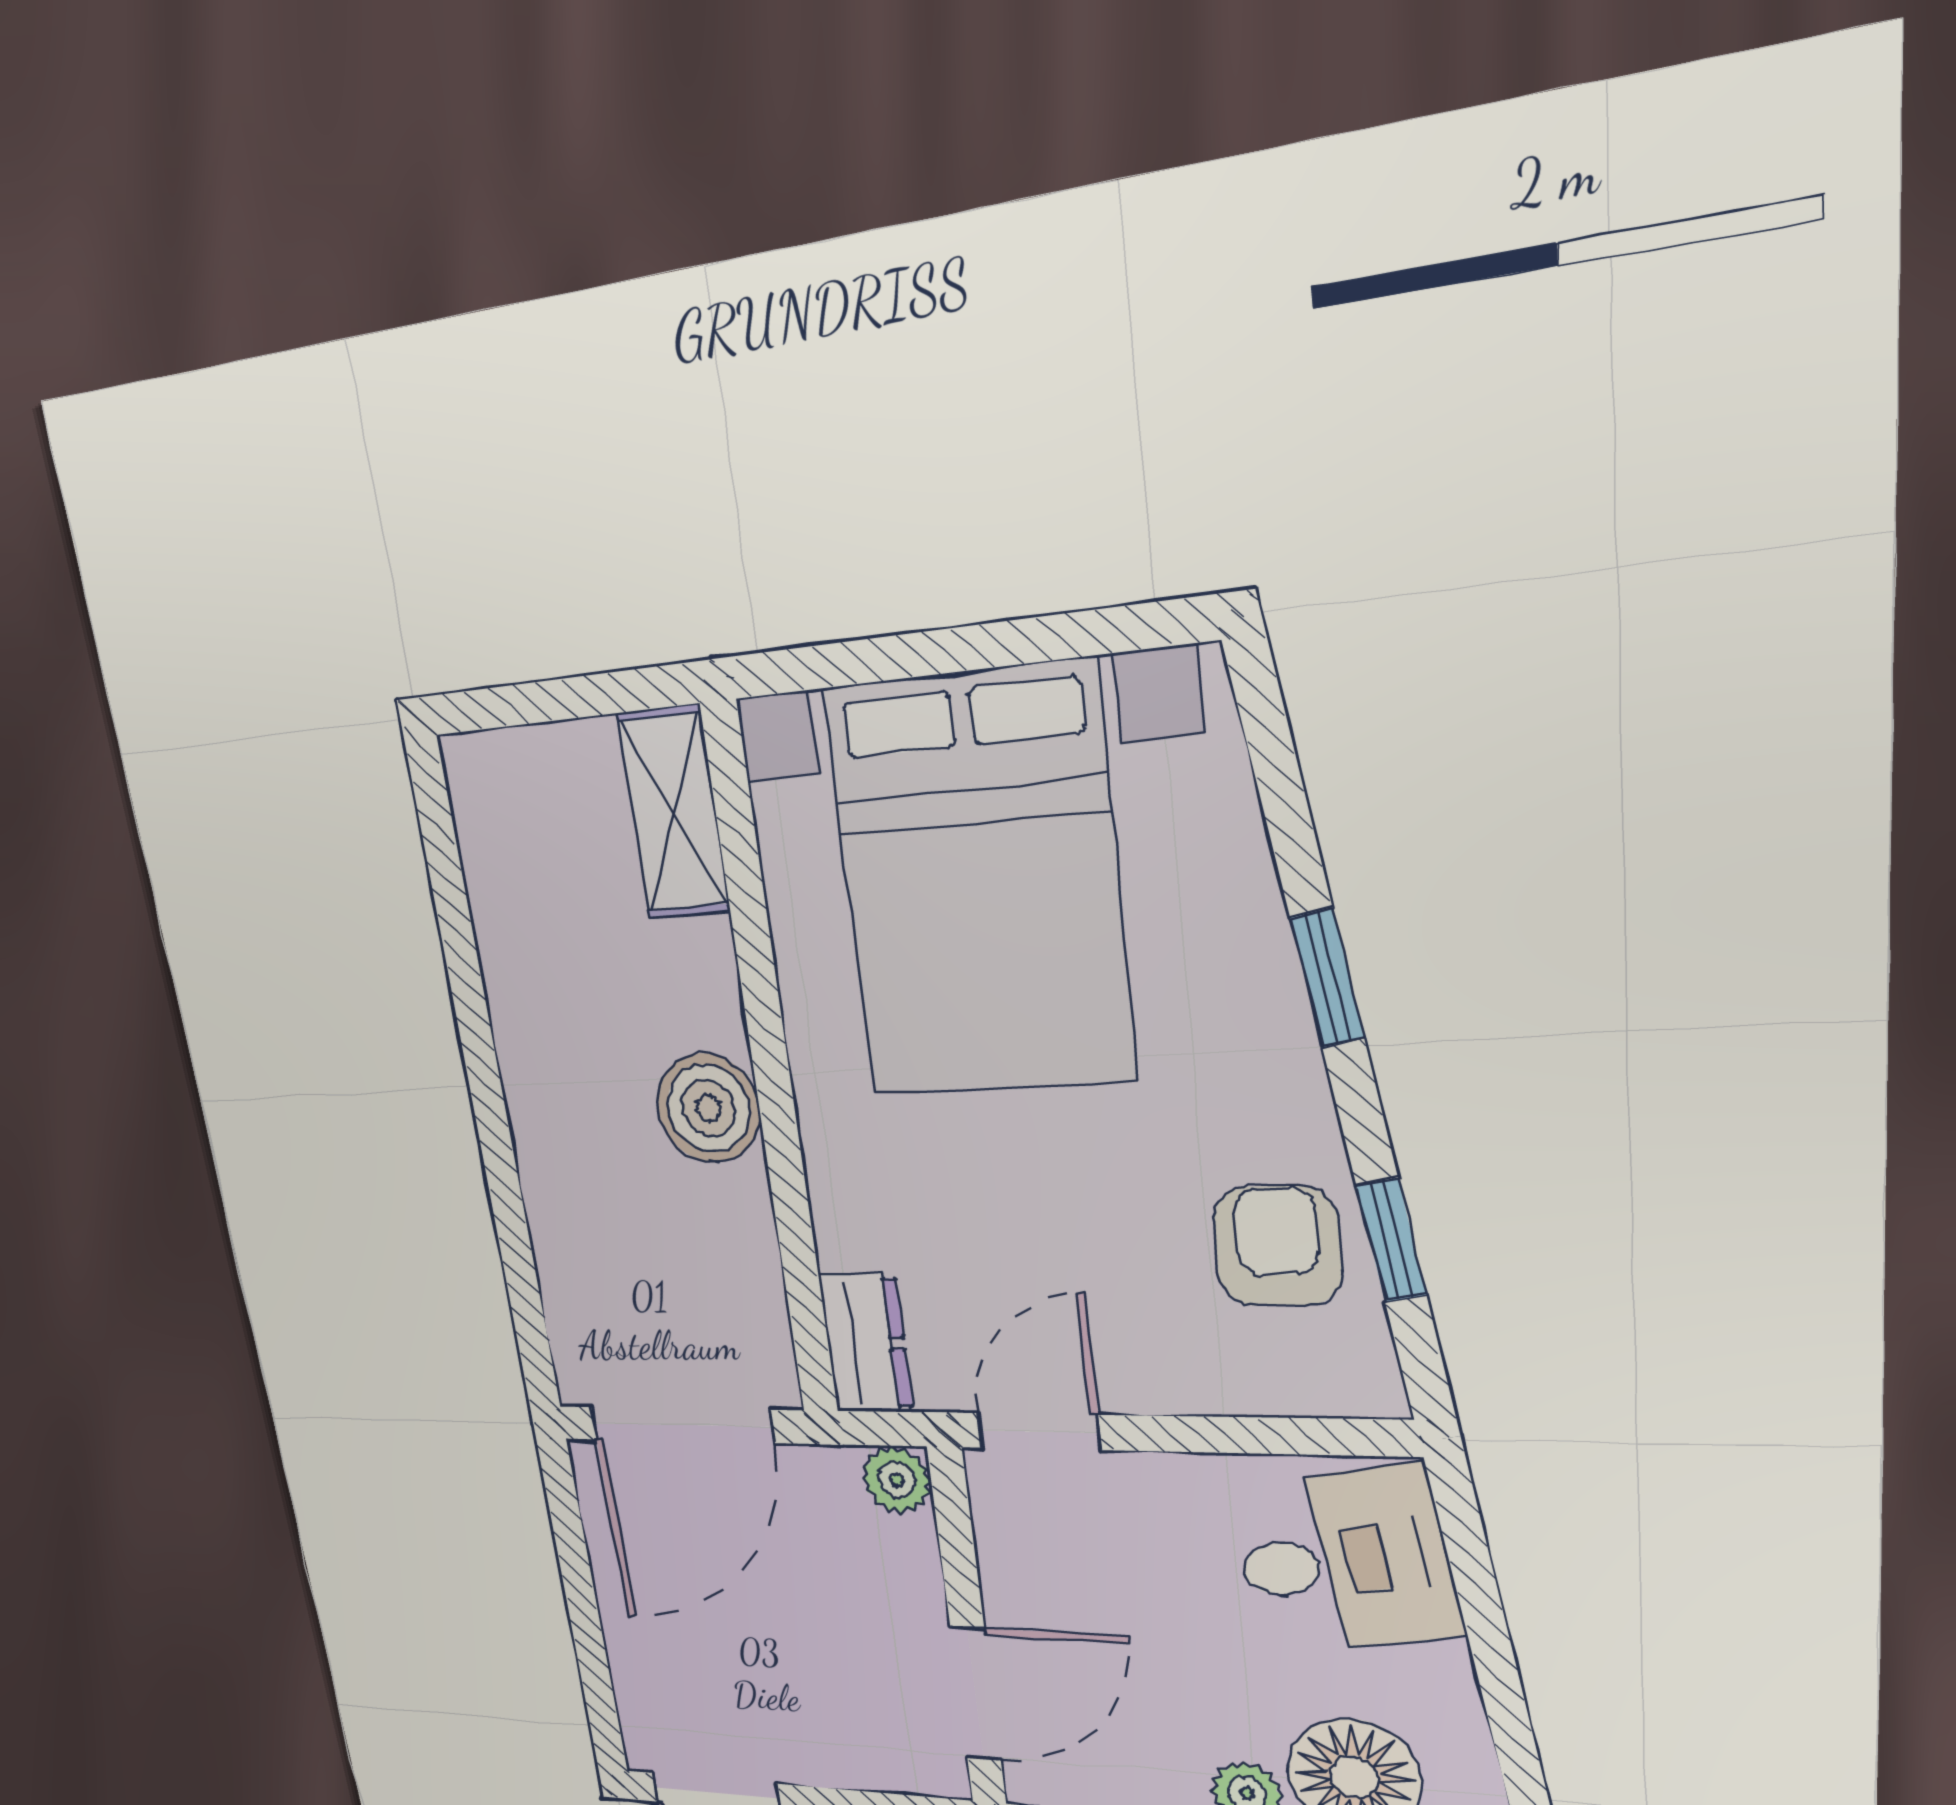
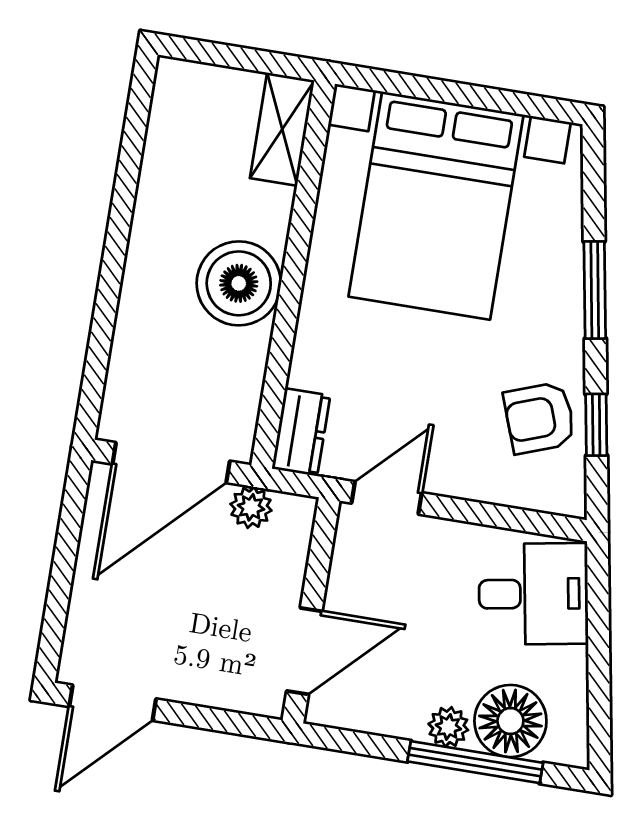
window: (1327, 978) -> (595, 290), width x1.50
boiler: (708, 1108) -> (239, 283), width x1.37, depth x1.37
armchair: (1277, 1246) -> (540, 418), turned -110
plant: (897, 1480) -> (251, 507), moved

